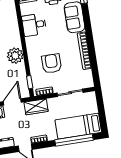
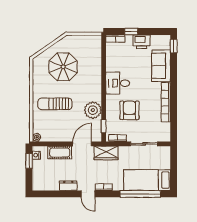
desk: (34, 25) -> (118, 83), moved
plant: (15, 56) -> (93, 110), moved

